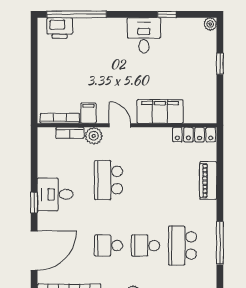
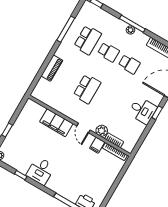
locker: (194, 135) -> (45, 99), removed
school desk: (108, 180) -> (87, 89), moved

